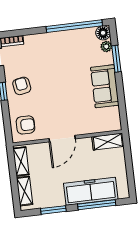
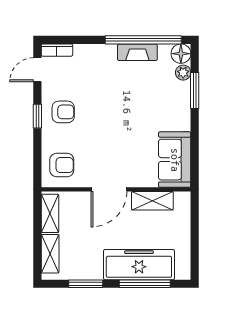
fireplace: (71, 36) -> (137, 52), added
armchair: (22, 86) -> (63, 112), turned 100
sofa: (105, 86) -> (175, 160), moved
shelving: (108, 142) -> (152, 201), moved

